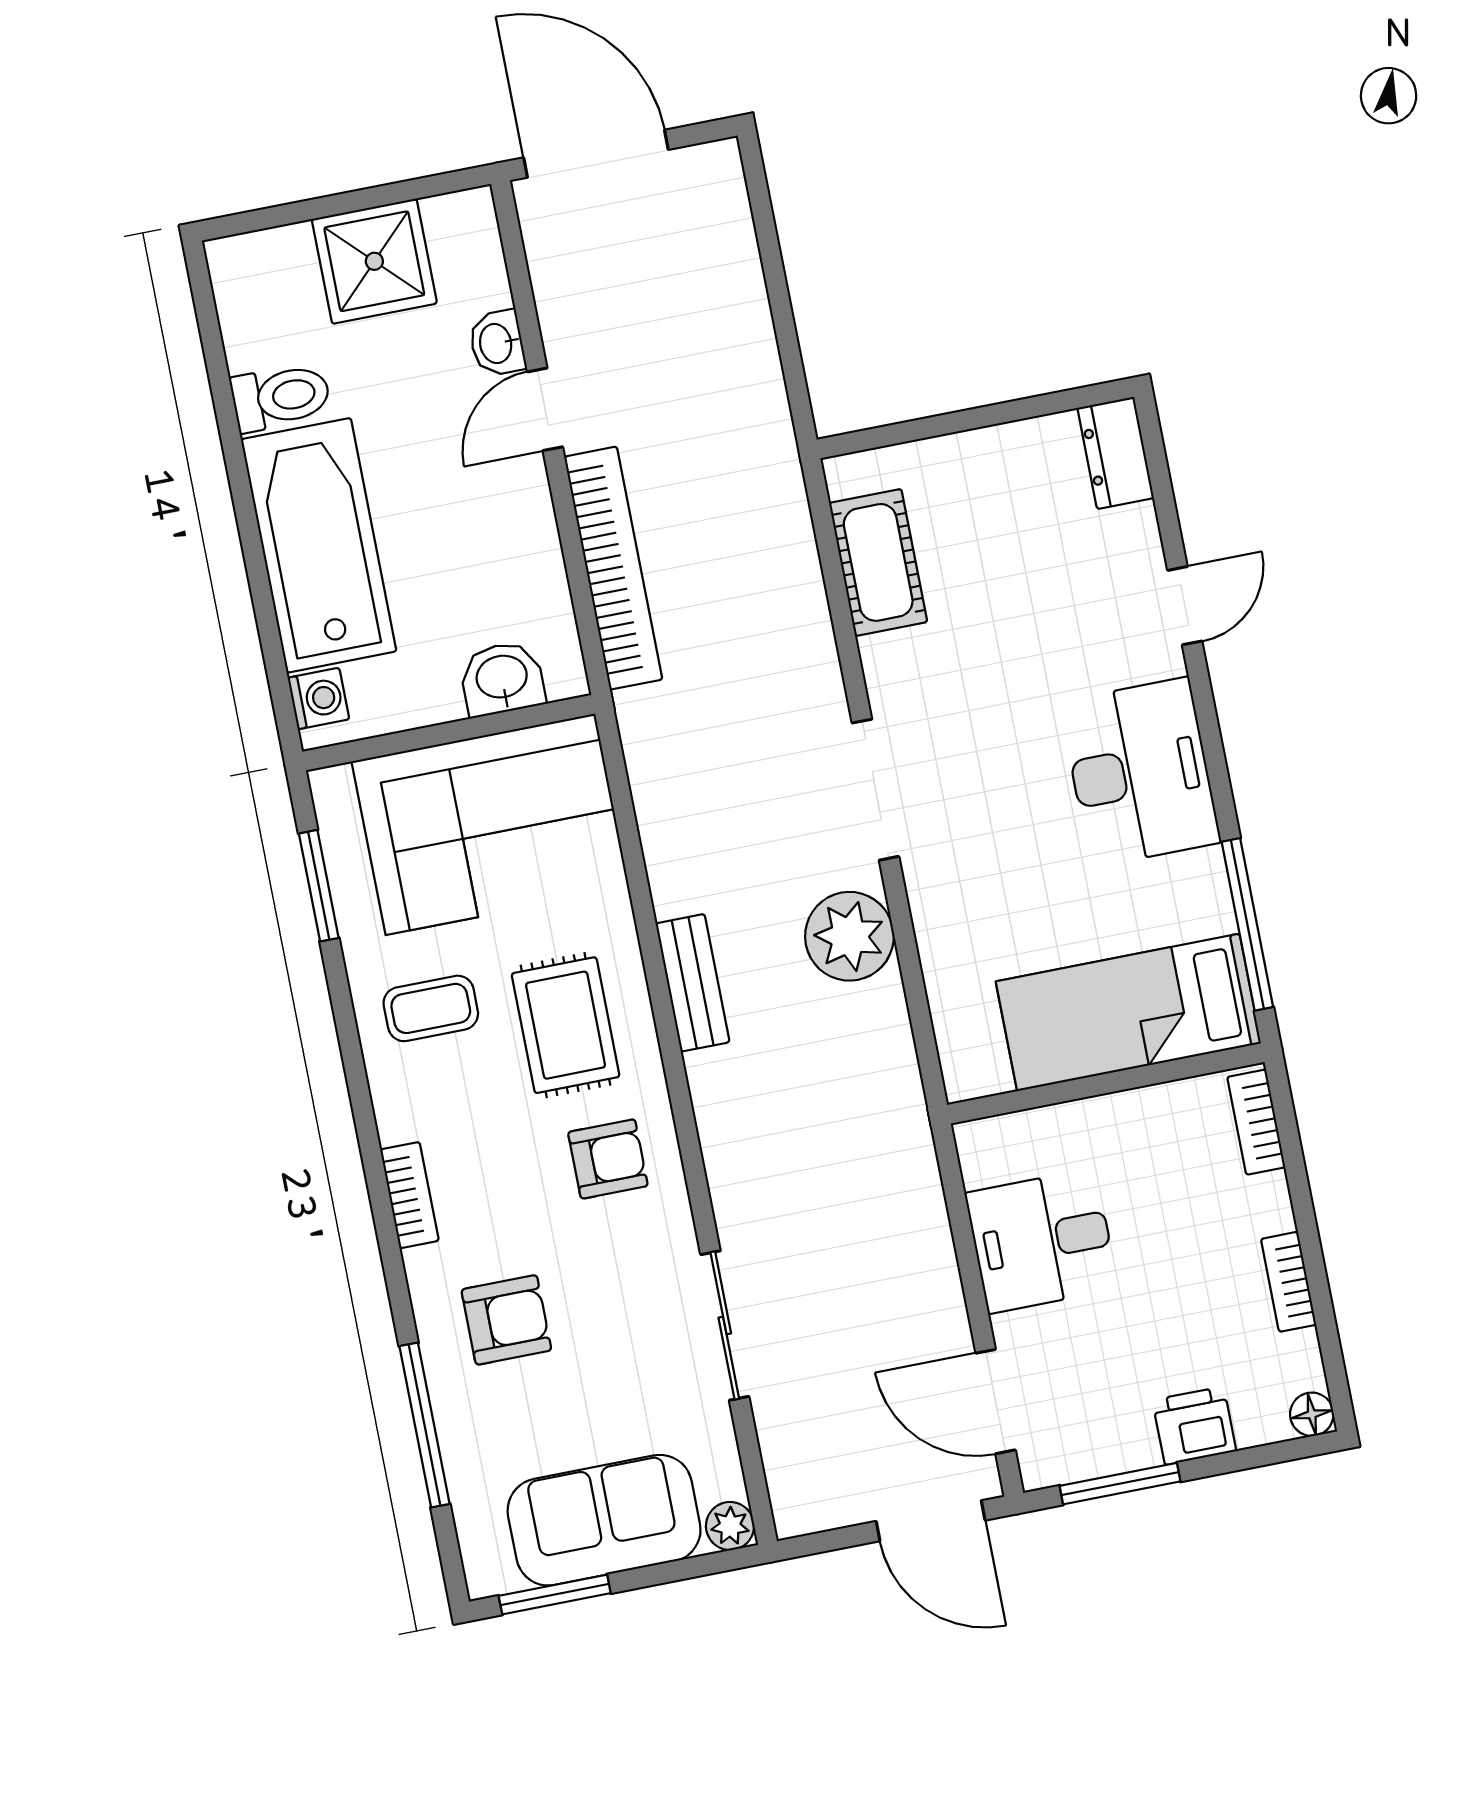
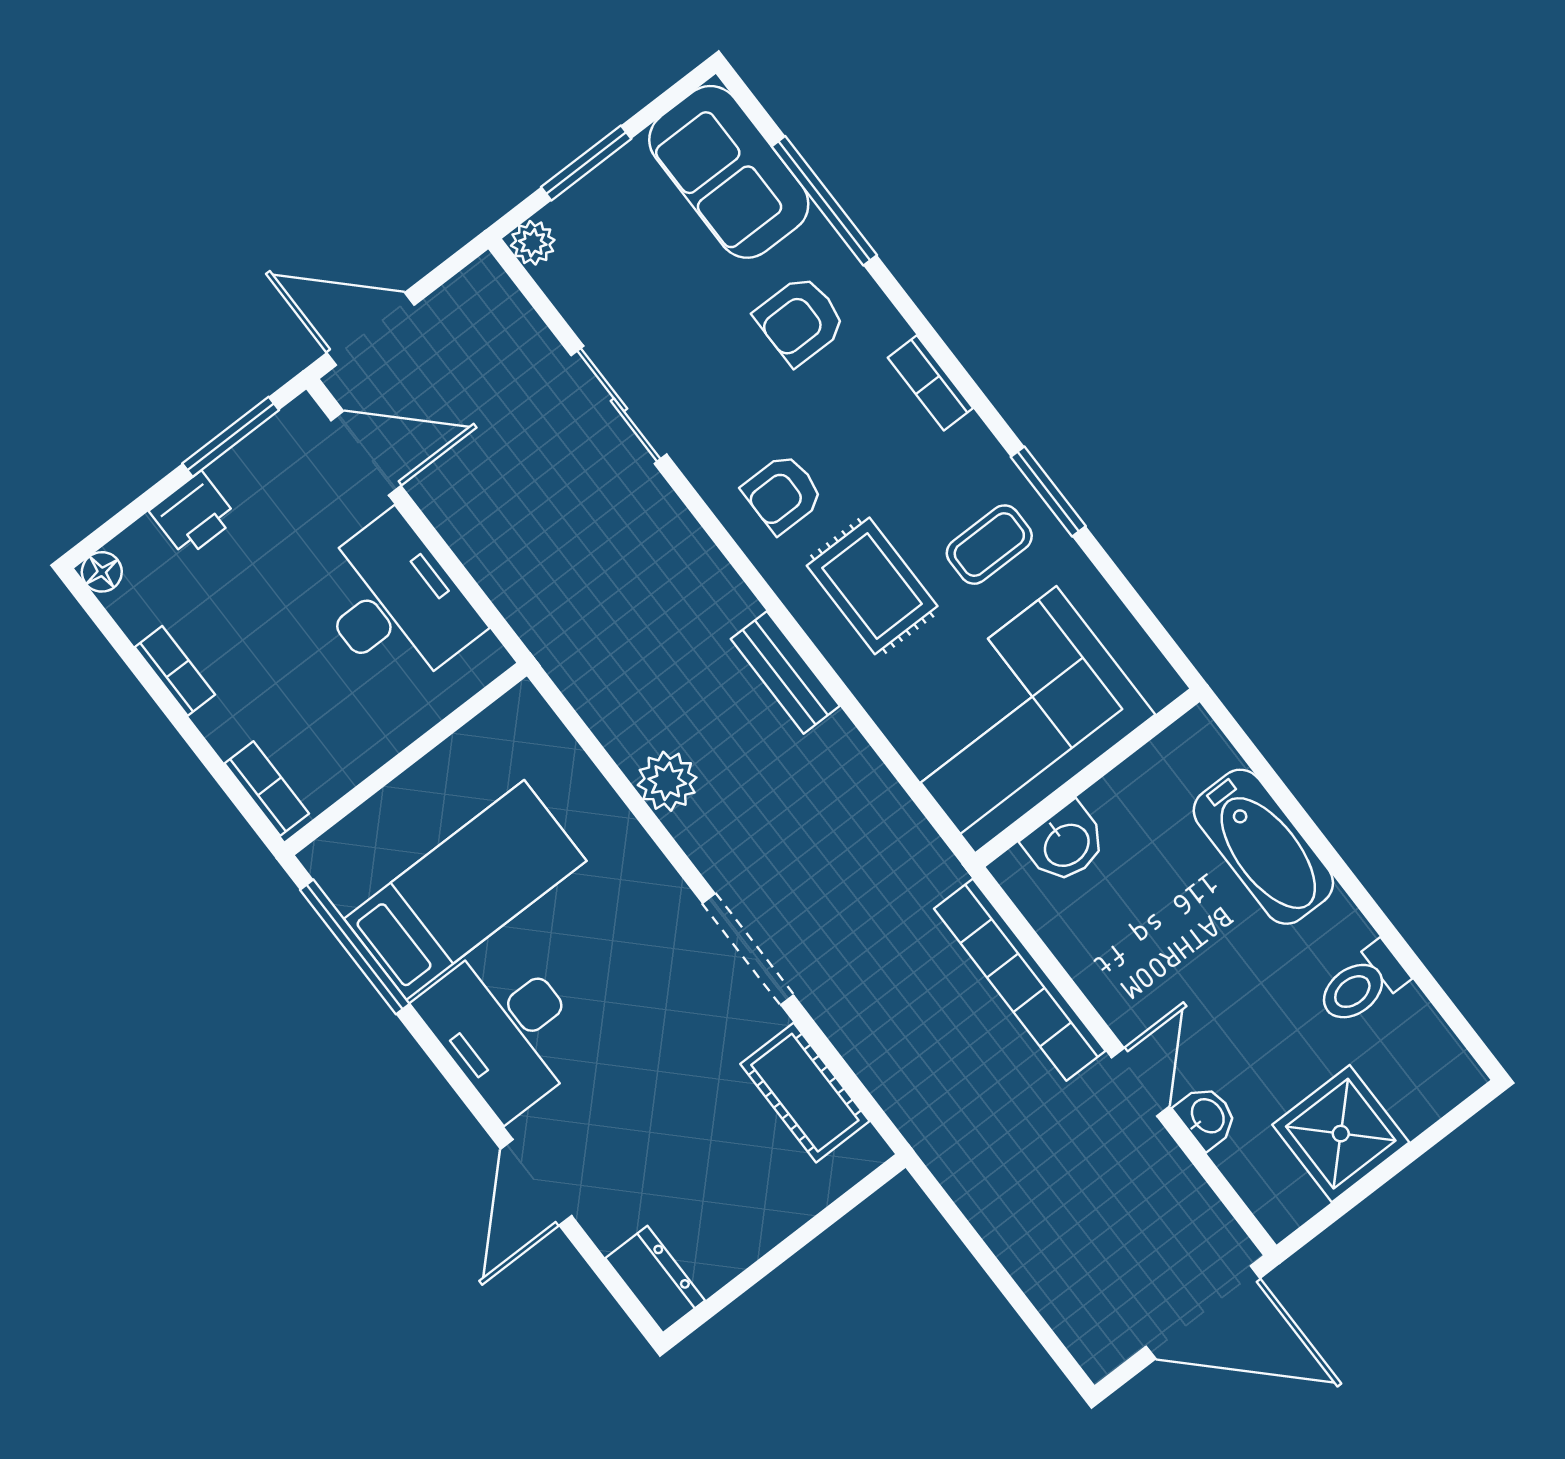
bathtub: (319, 545) -> (1263, 847), width x0.73, depth x0.73
door: (1185, 606) -> (536, 1182), width x1.38
washing machine: (318, 699) -> (1208, 752), removed
doorway: (876, 790) -> (748, 949), moved
window: (319, 886) -> (1048, 491), moved
plant: (849, 936) -> (667, 781), width x0.73, depth x0.73
bed: (1128, 1012) -> (465, 890), moved
desk: (1042, 1241) -> (394, 604), width x1.37
sofa: (604, 1520) -> (729, 172), moved, turned 90
window: (555, 1594) -> (586, 163), moved

